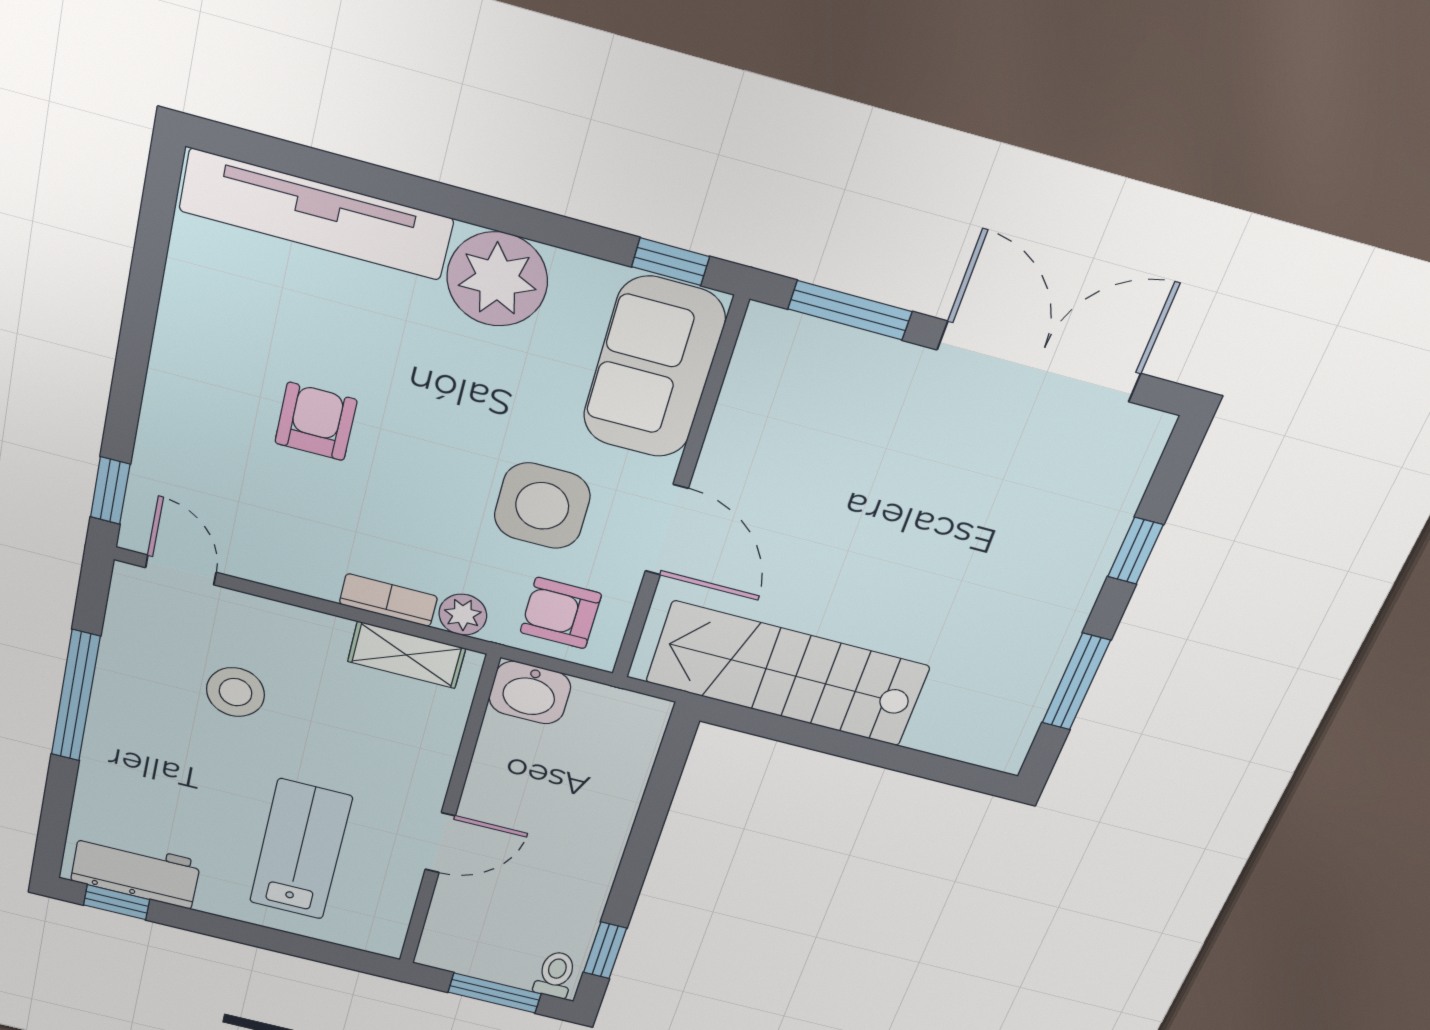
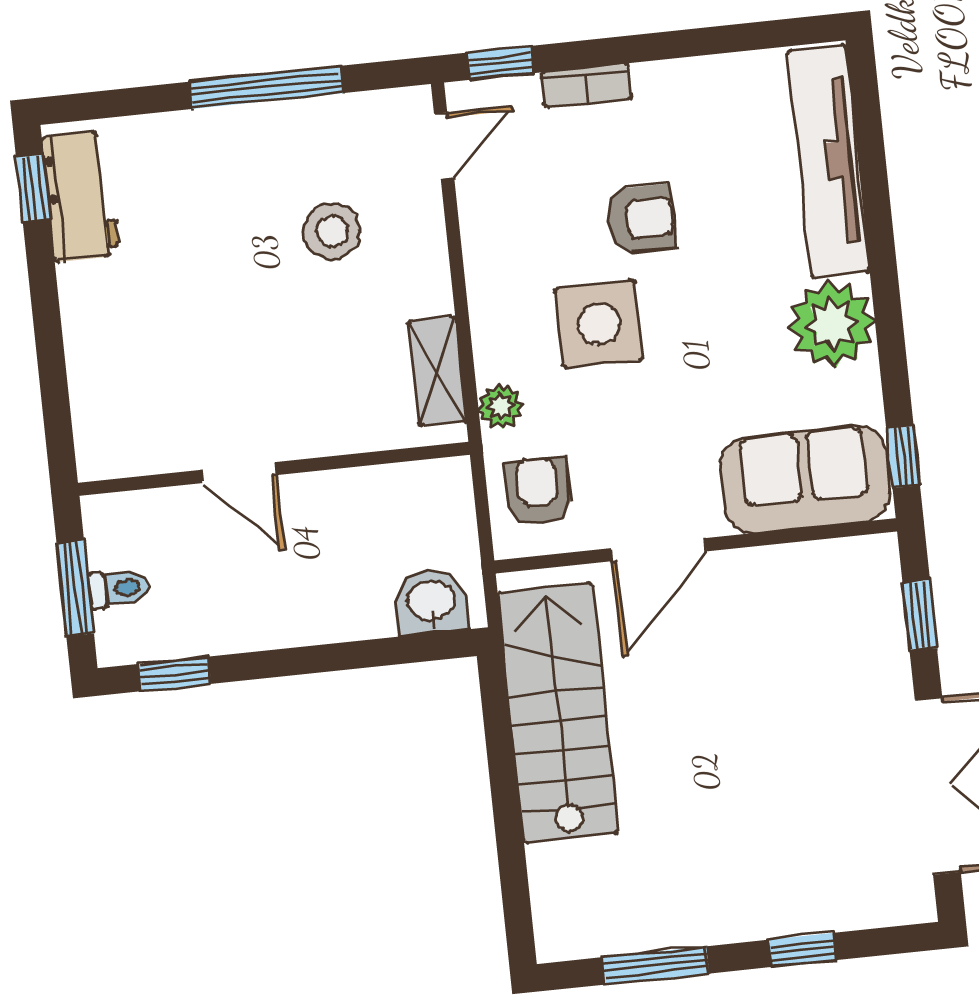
window: (850, 310) -> (920, 615), width x0.67
side table: (542, 506) -> (599, 324), moved
bookcase: (388, 600) -> (587, 85), moved, turned 90
washbasin: (530, 693) -> (431, 602), moved, turned 90
lab bench: (301, 850) -> (174, 345), removed
toilet: (555, 975) -> (119, 589), moved

